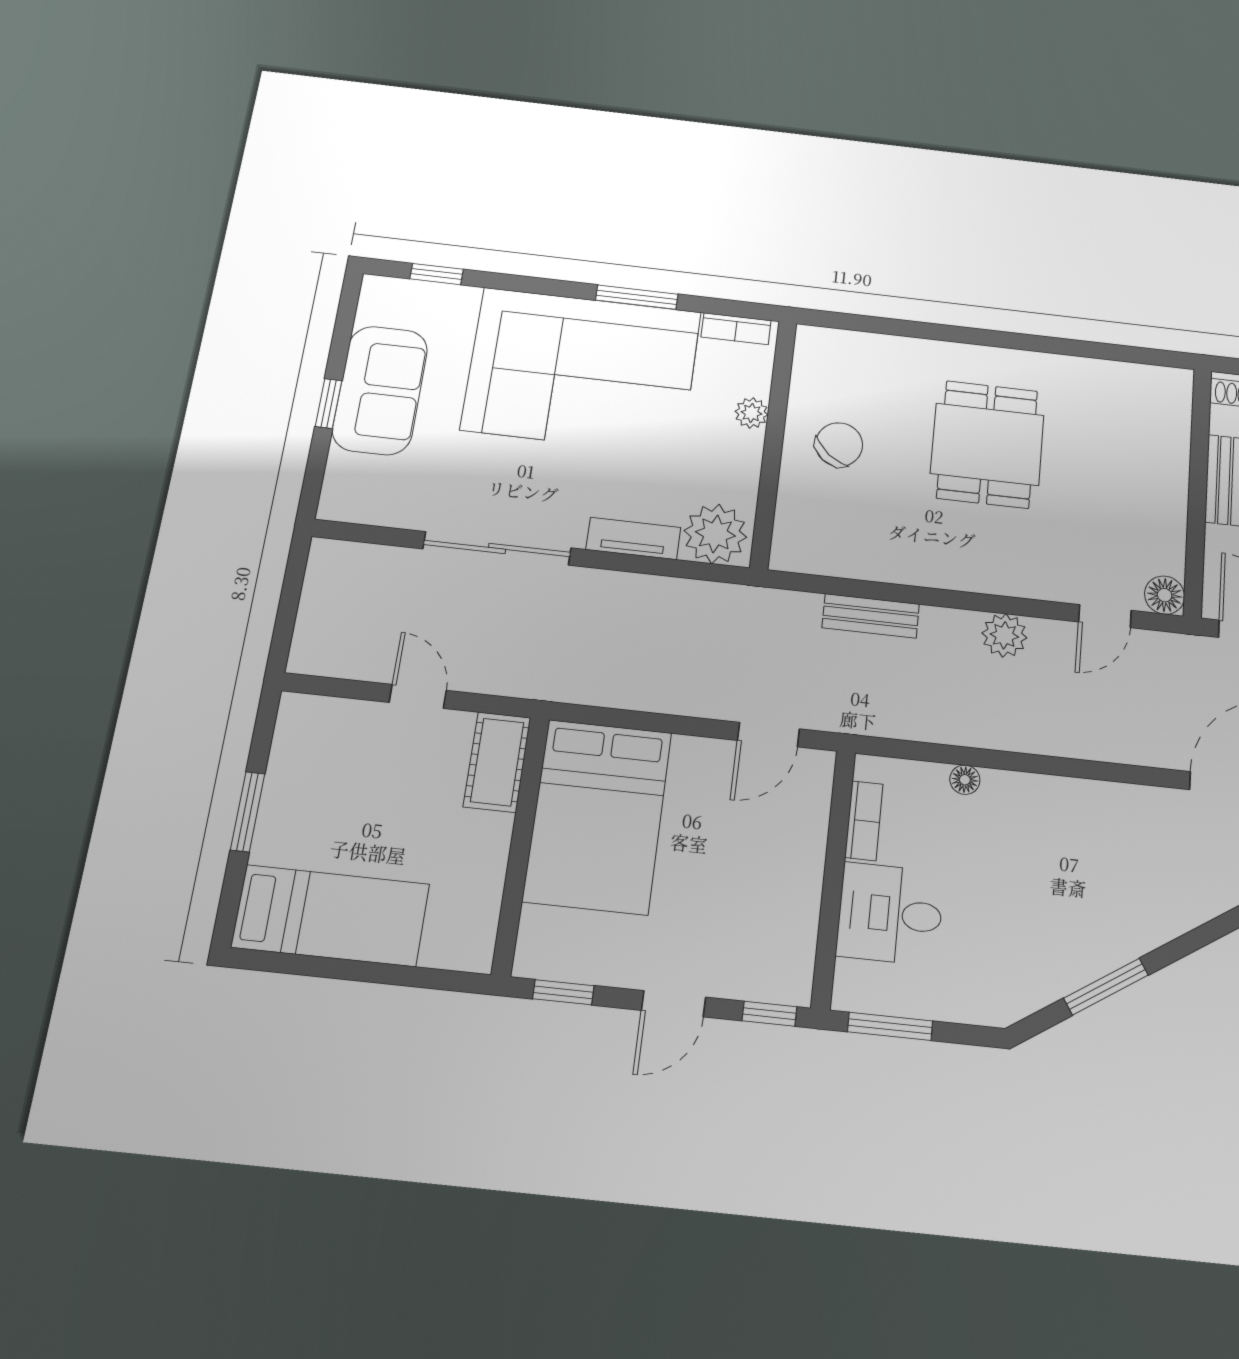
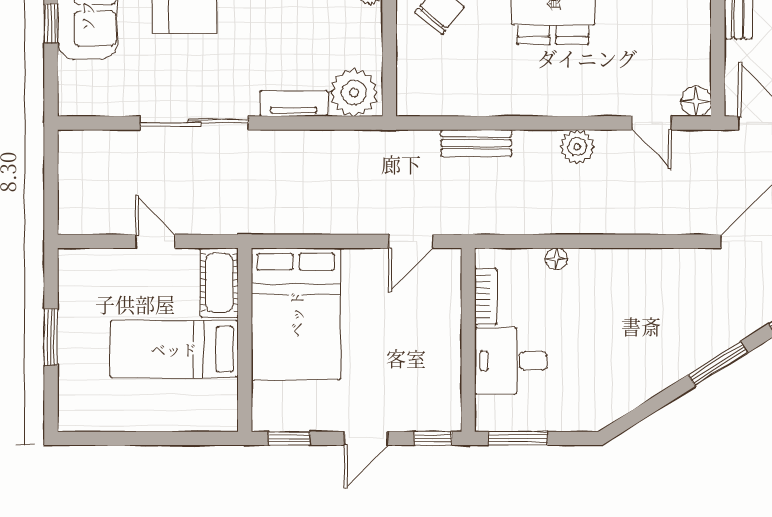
door: (1105, 616) -> (652, 123), hinge flipped
bed: (331, 916) -> (174, 349), moved, turned 180
window: (1106, 987) -> (718, 364), moved

